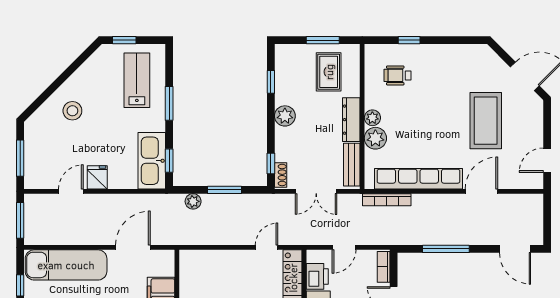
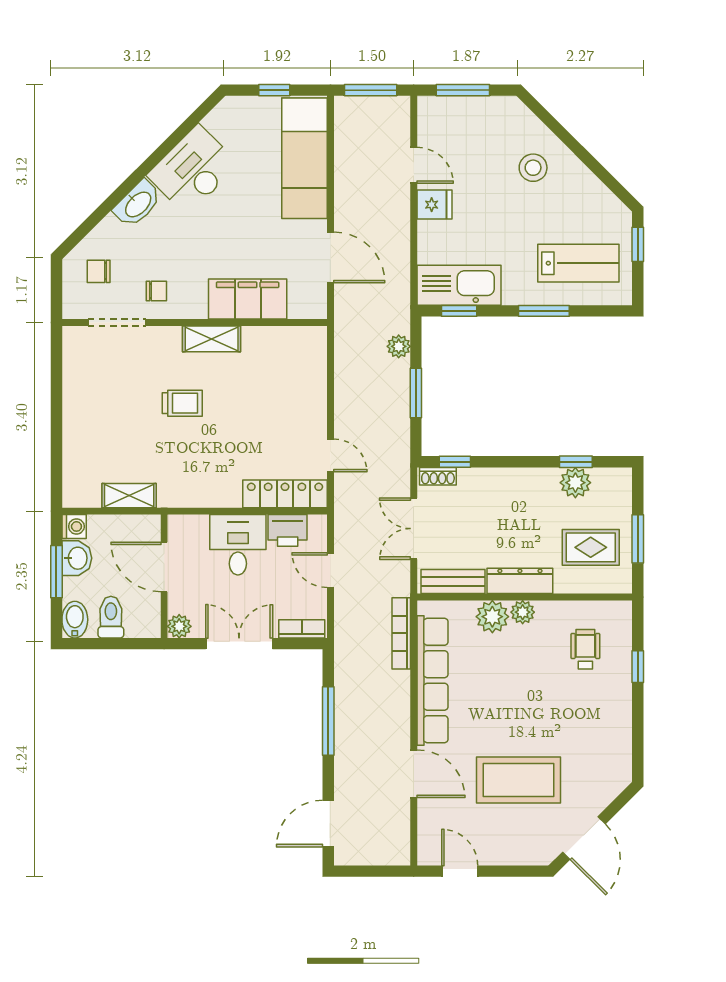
plant: (285, 116) -> (575, 483), moved

